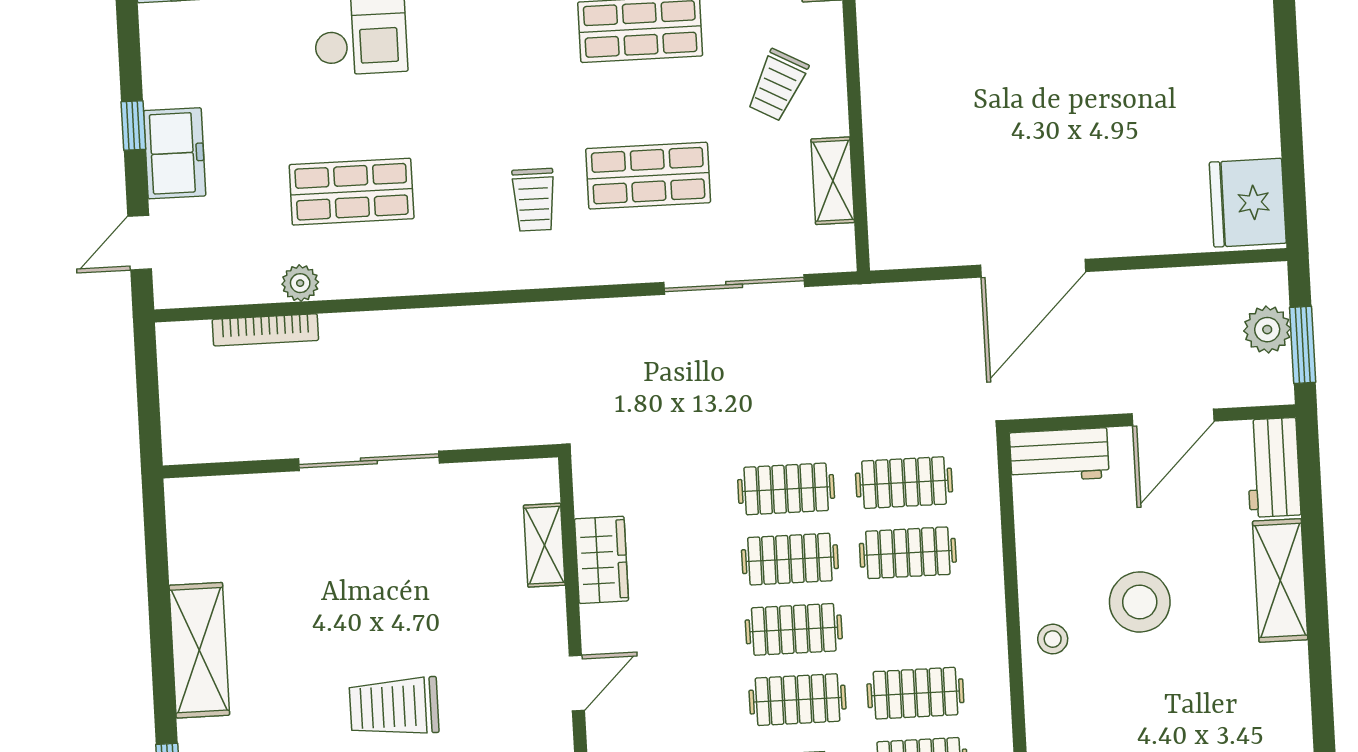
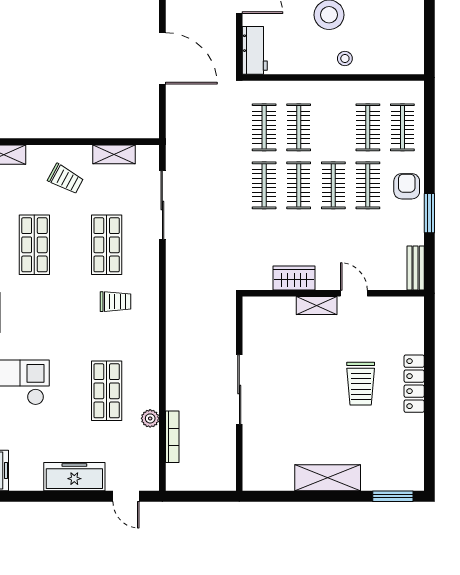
window: (133, 125) -> (68, 496), removed
freezer: (175, 153) -> (74, 477), width x1.40
shelving: (544, 545) -> (317, 306), moved

